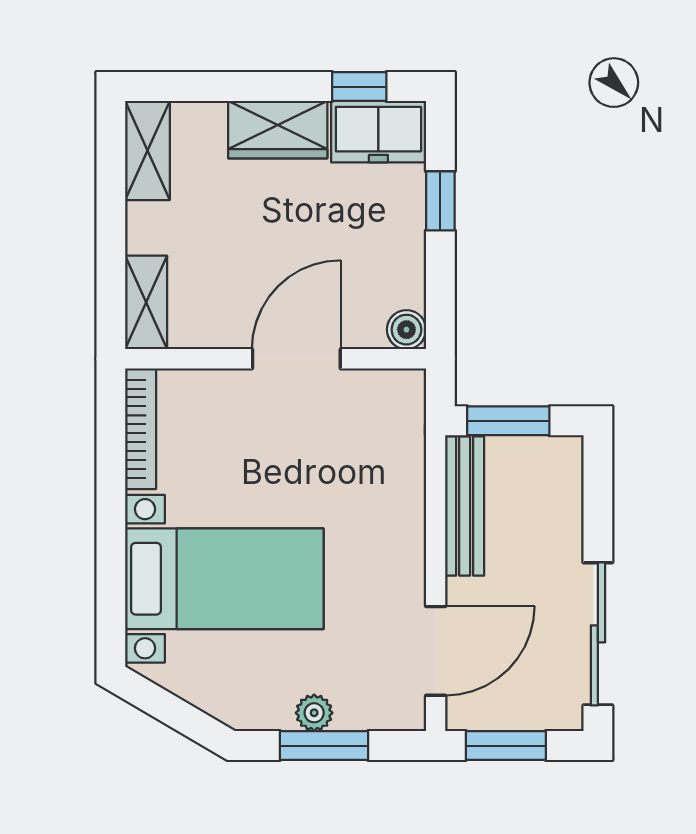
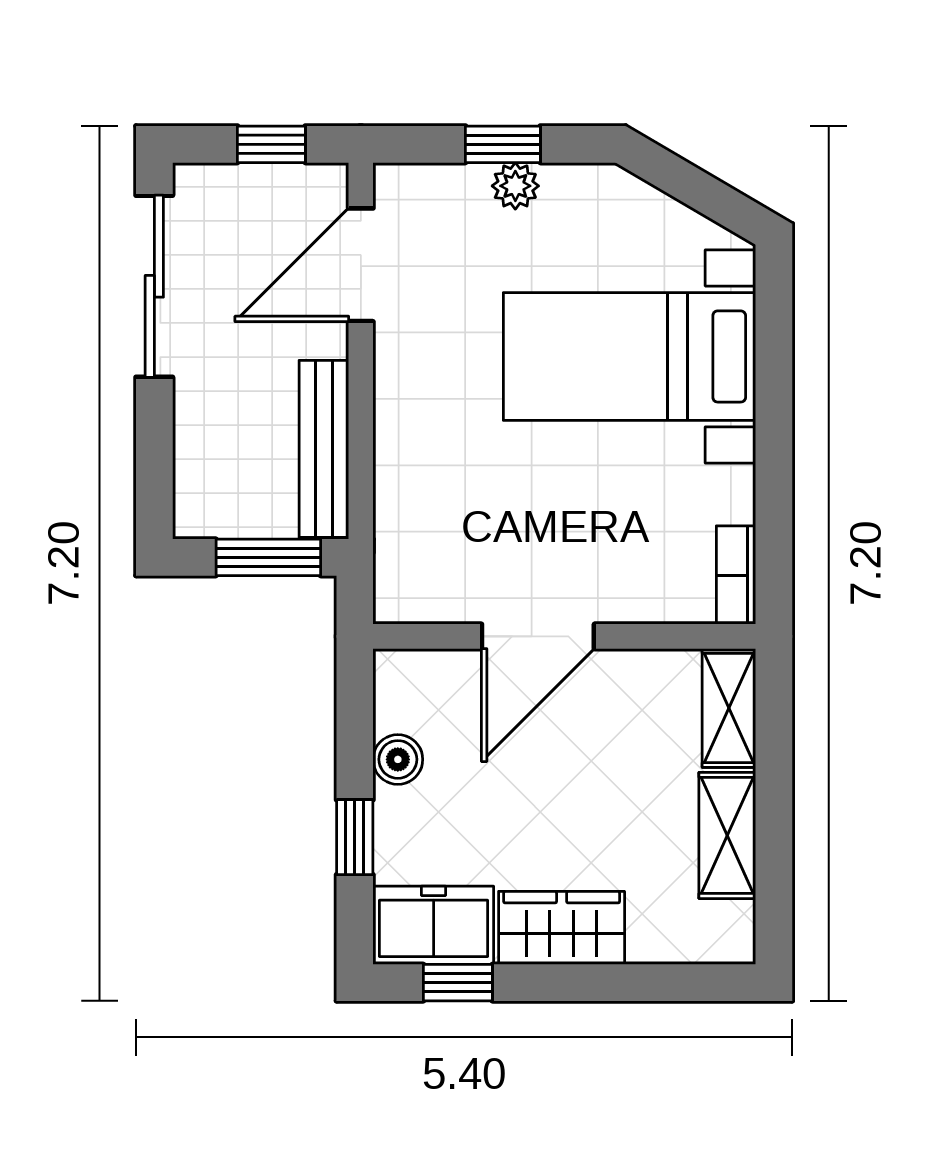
shelving: (147, 150) -> (727, 835), moved
boiler: (406, 330) -> (398, 759), moved
bookcase: (141, 429) -> (736, 575), width x0.64
window: (324, 746) -> (503, 144), width x0.67
window: (506, 746) -> (271, 144), width x0.67

